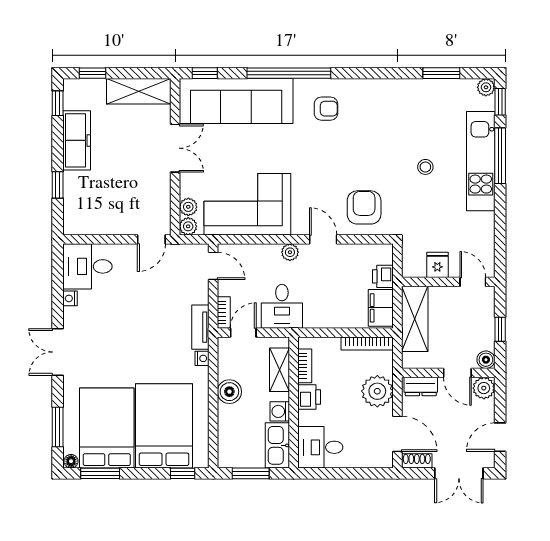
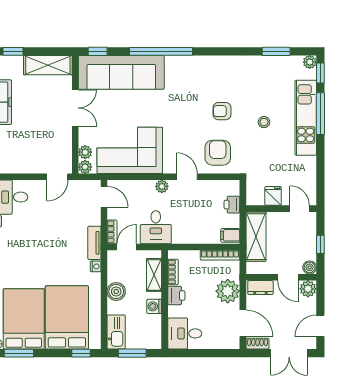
armchair: (326, 109) -> (222, 111), moved, turned 180
filing cabinet: (381, 308) -> (230, 235), width x0.50
kitchen sink: (277, 445) -> (116, 332), moved, turned 180

